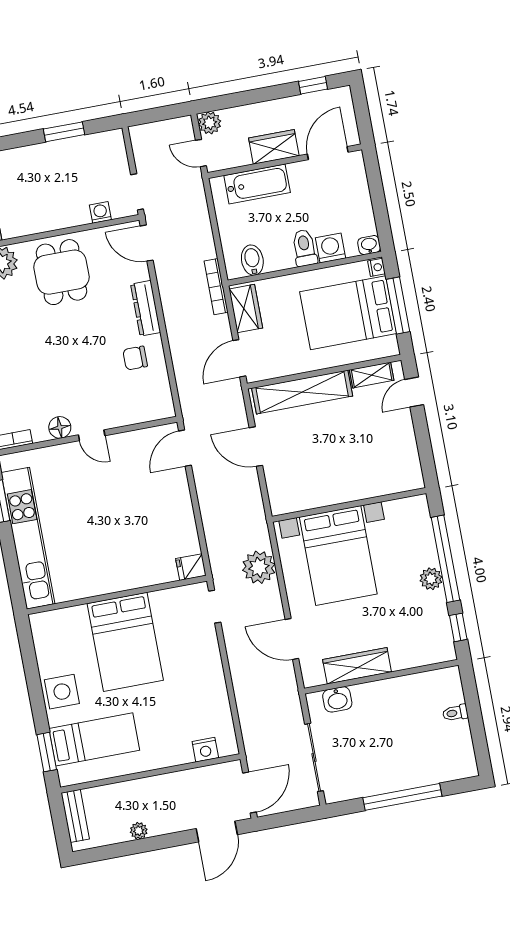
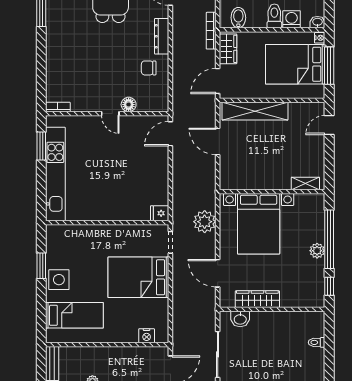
shelving: (372, 375) -> (305, 184), moved
floor lamp: (60, 427) -> (129, 105), moved
bed: (125, 642) -> (138, 277), moved, turned 90
window: (47, 752) -> (41, 266), moved

